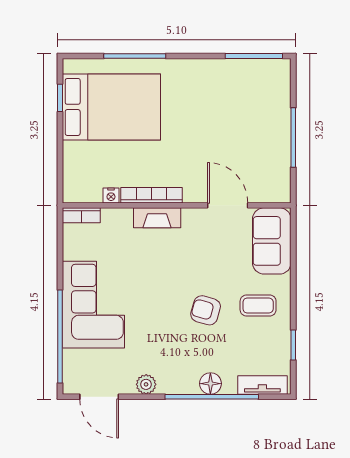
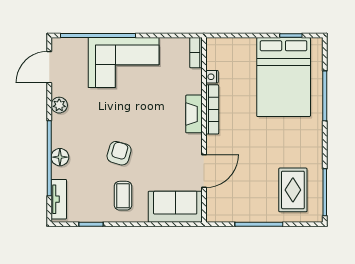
rug: (251, 95) -> (293, 190), added

